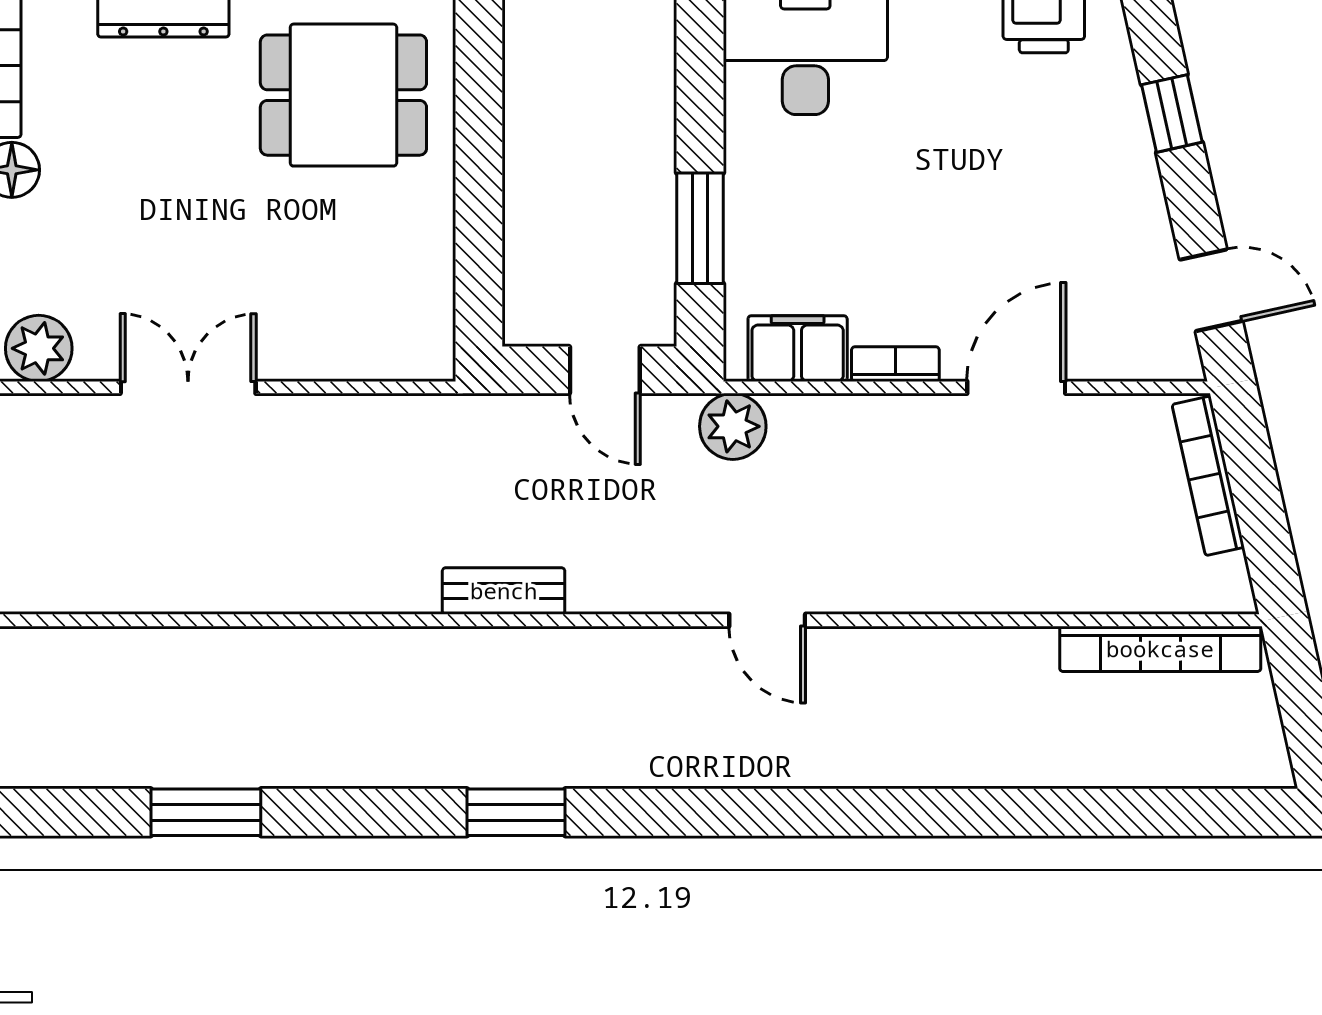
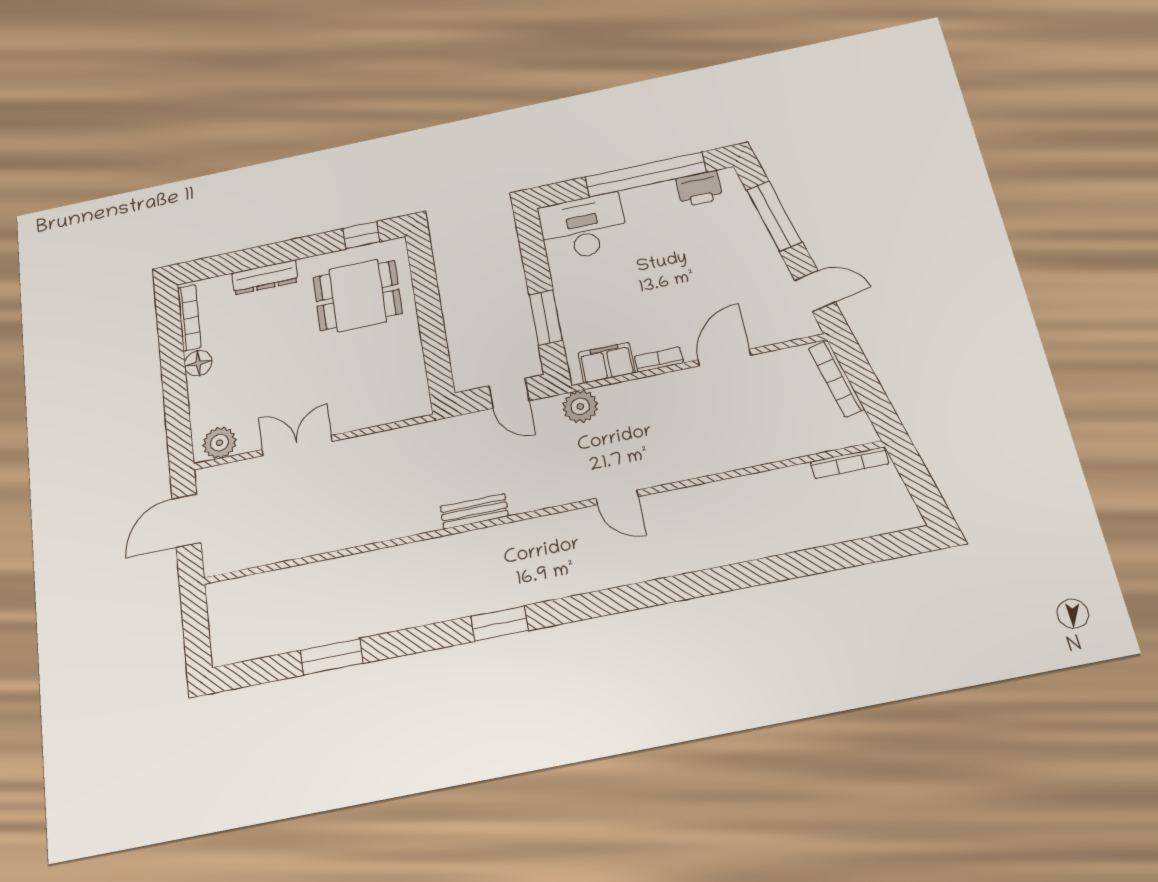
window: (1172, 113) -> (774, 216), width x2.17
bookcase: (1160, 649) -> (850, 463), width x0.68, depth x0.76

